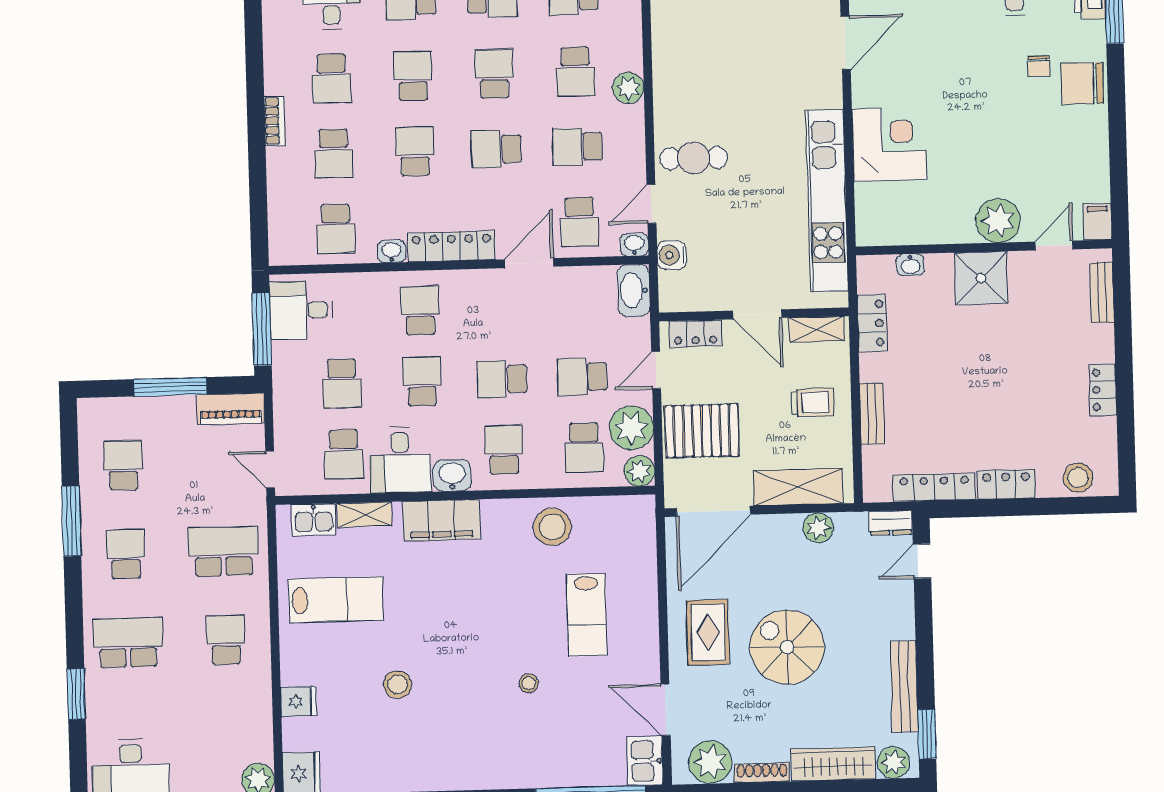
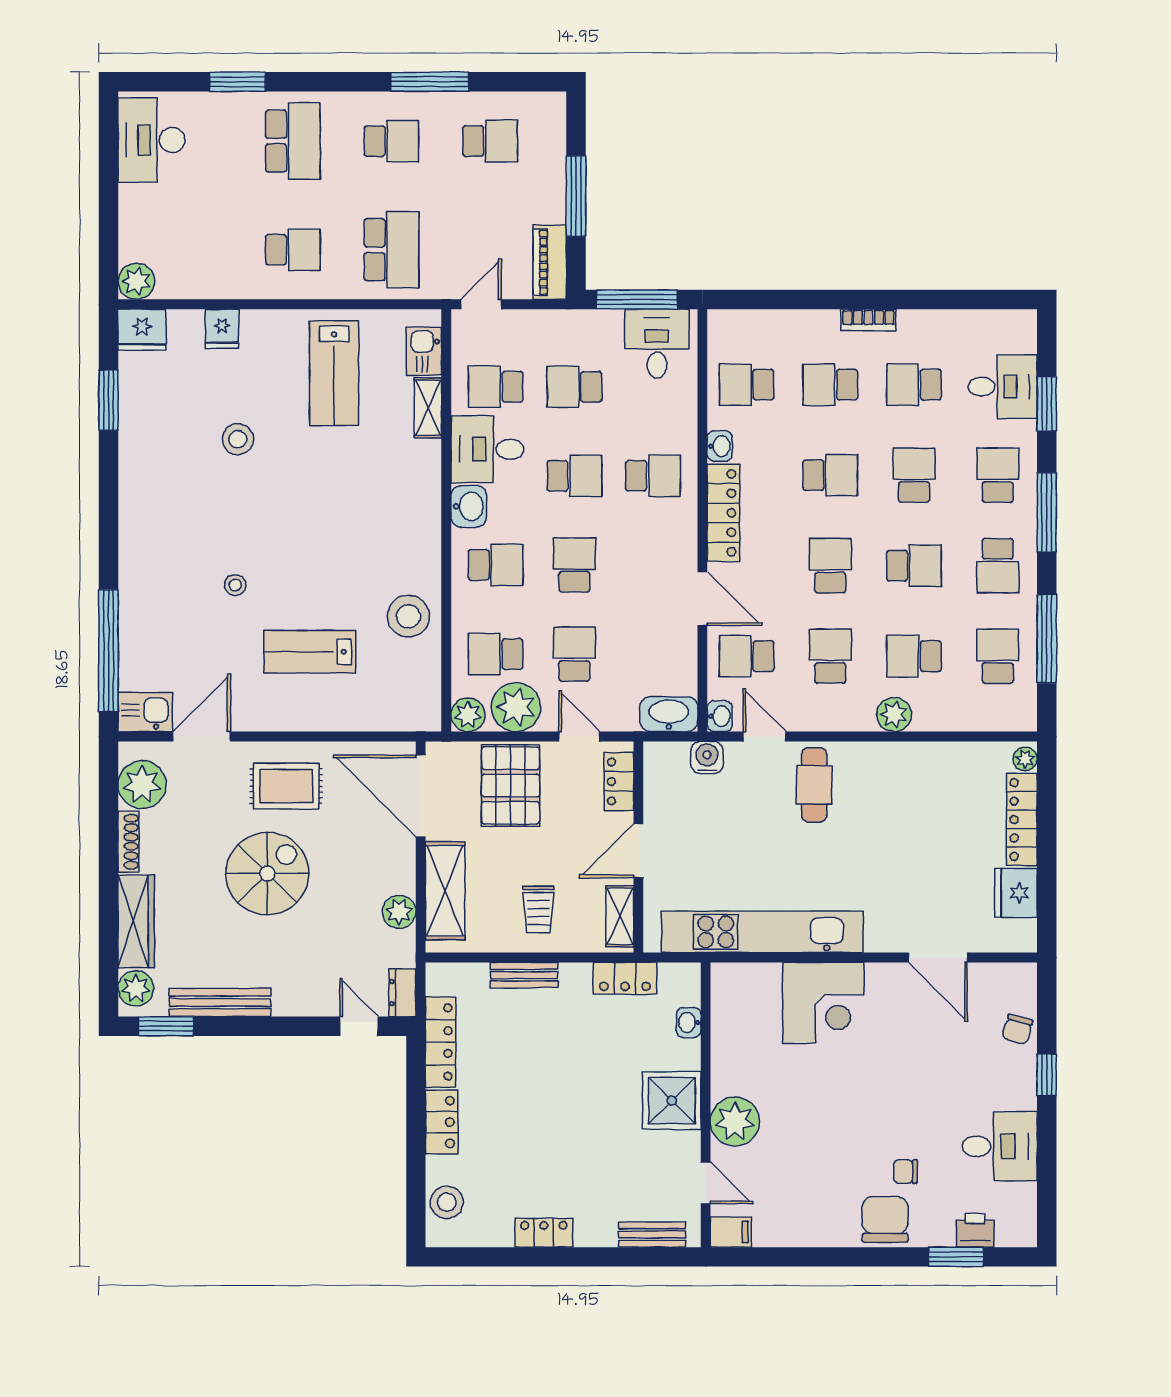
school desk: (413, 76) -> (914, 475), turned -90
filing cabinet: (442, 520) -> (419, 493), removed

